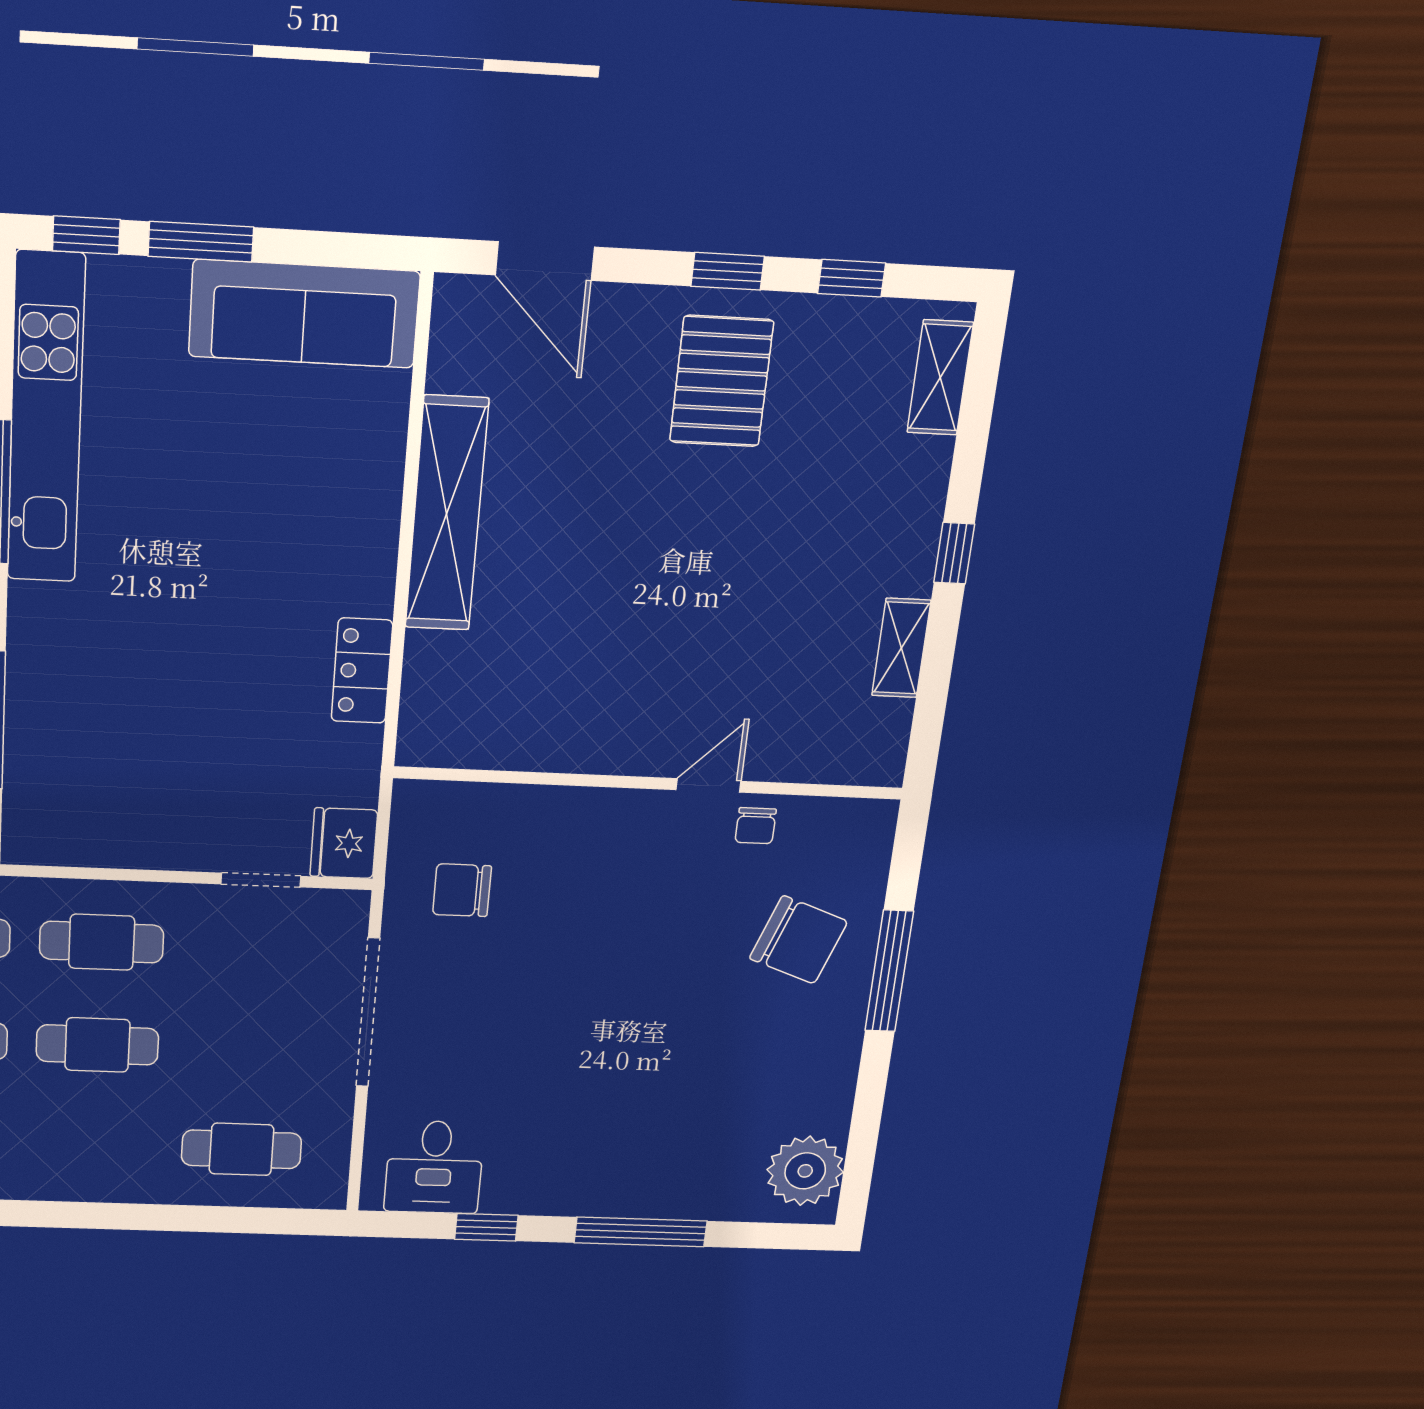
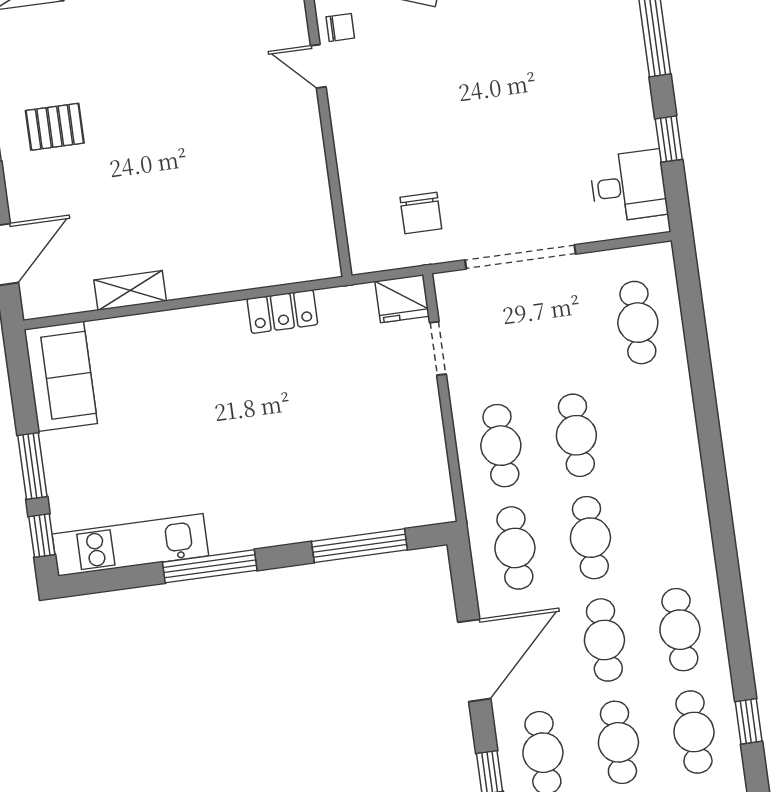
sofa: (304, 314) -> (61, 376), width x0.73
pallet: (721, 381) -> (55, 127), width x0.67, depth x0.71
kitchen unit: (46, 419) -> (130, 545), width x0.73
shelving: (447, 514) -> (130, 290), width x0.45, depth x0.75

